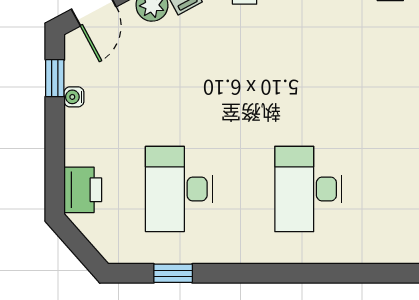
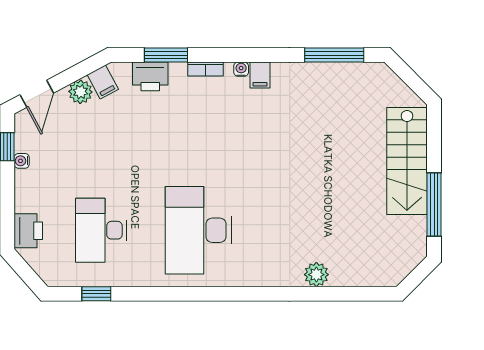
desk: (308, 189) -> (198, 230), width x1.36, depth x1.30

